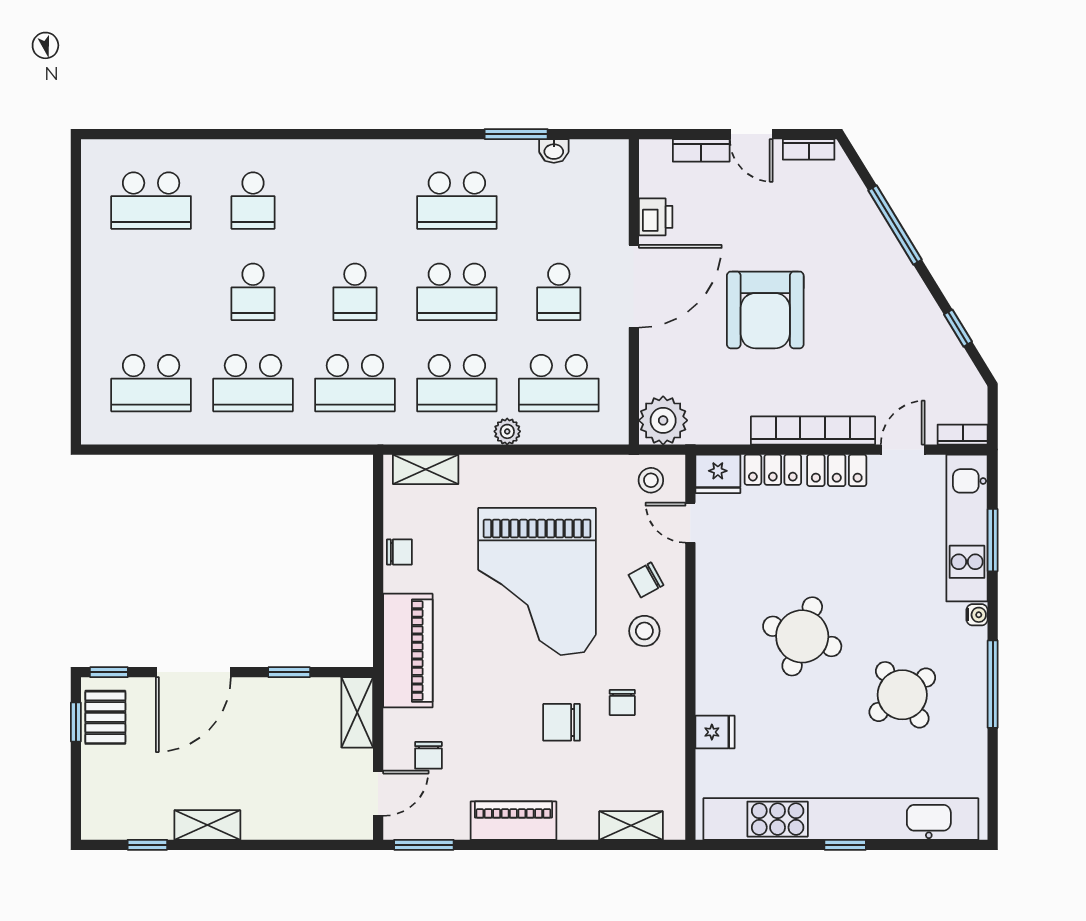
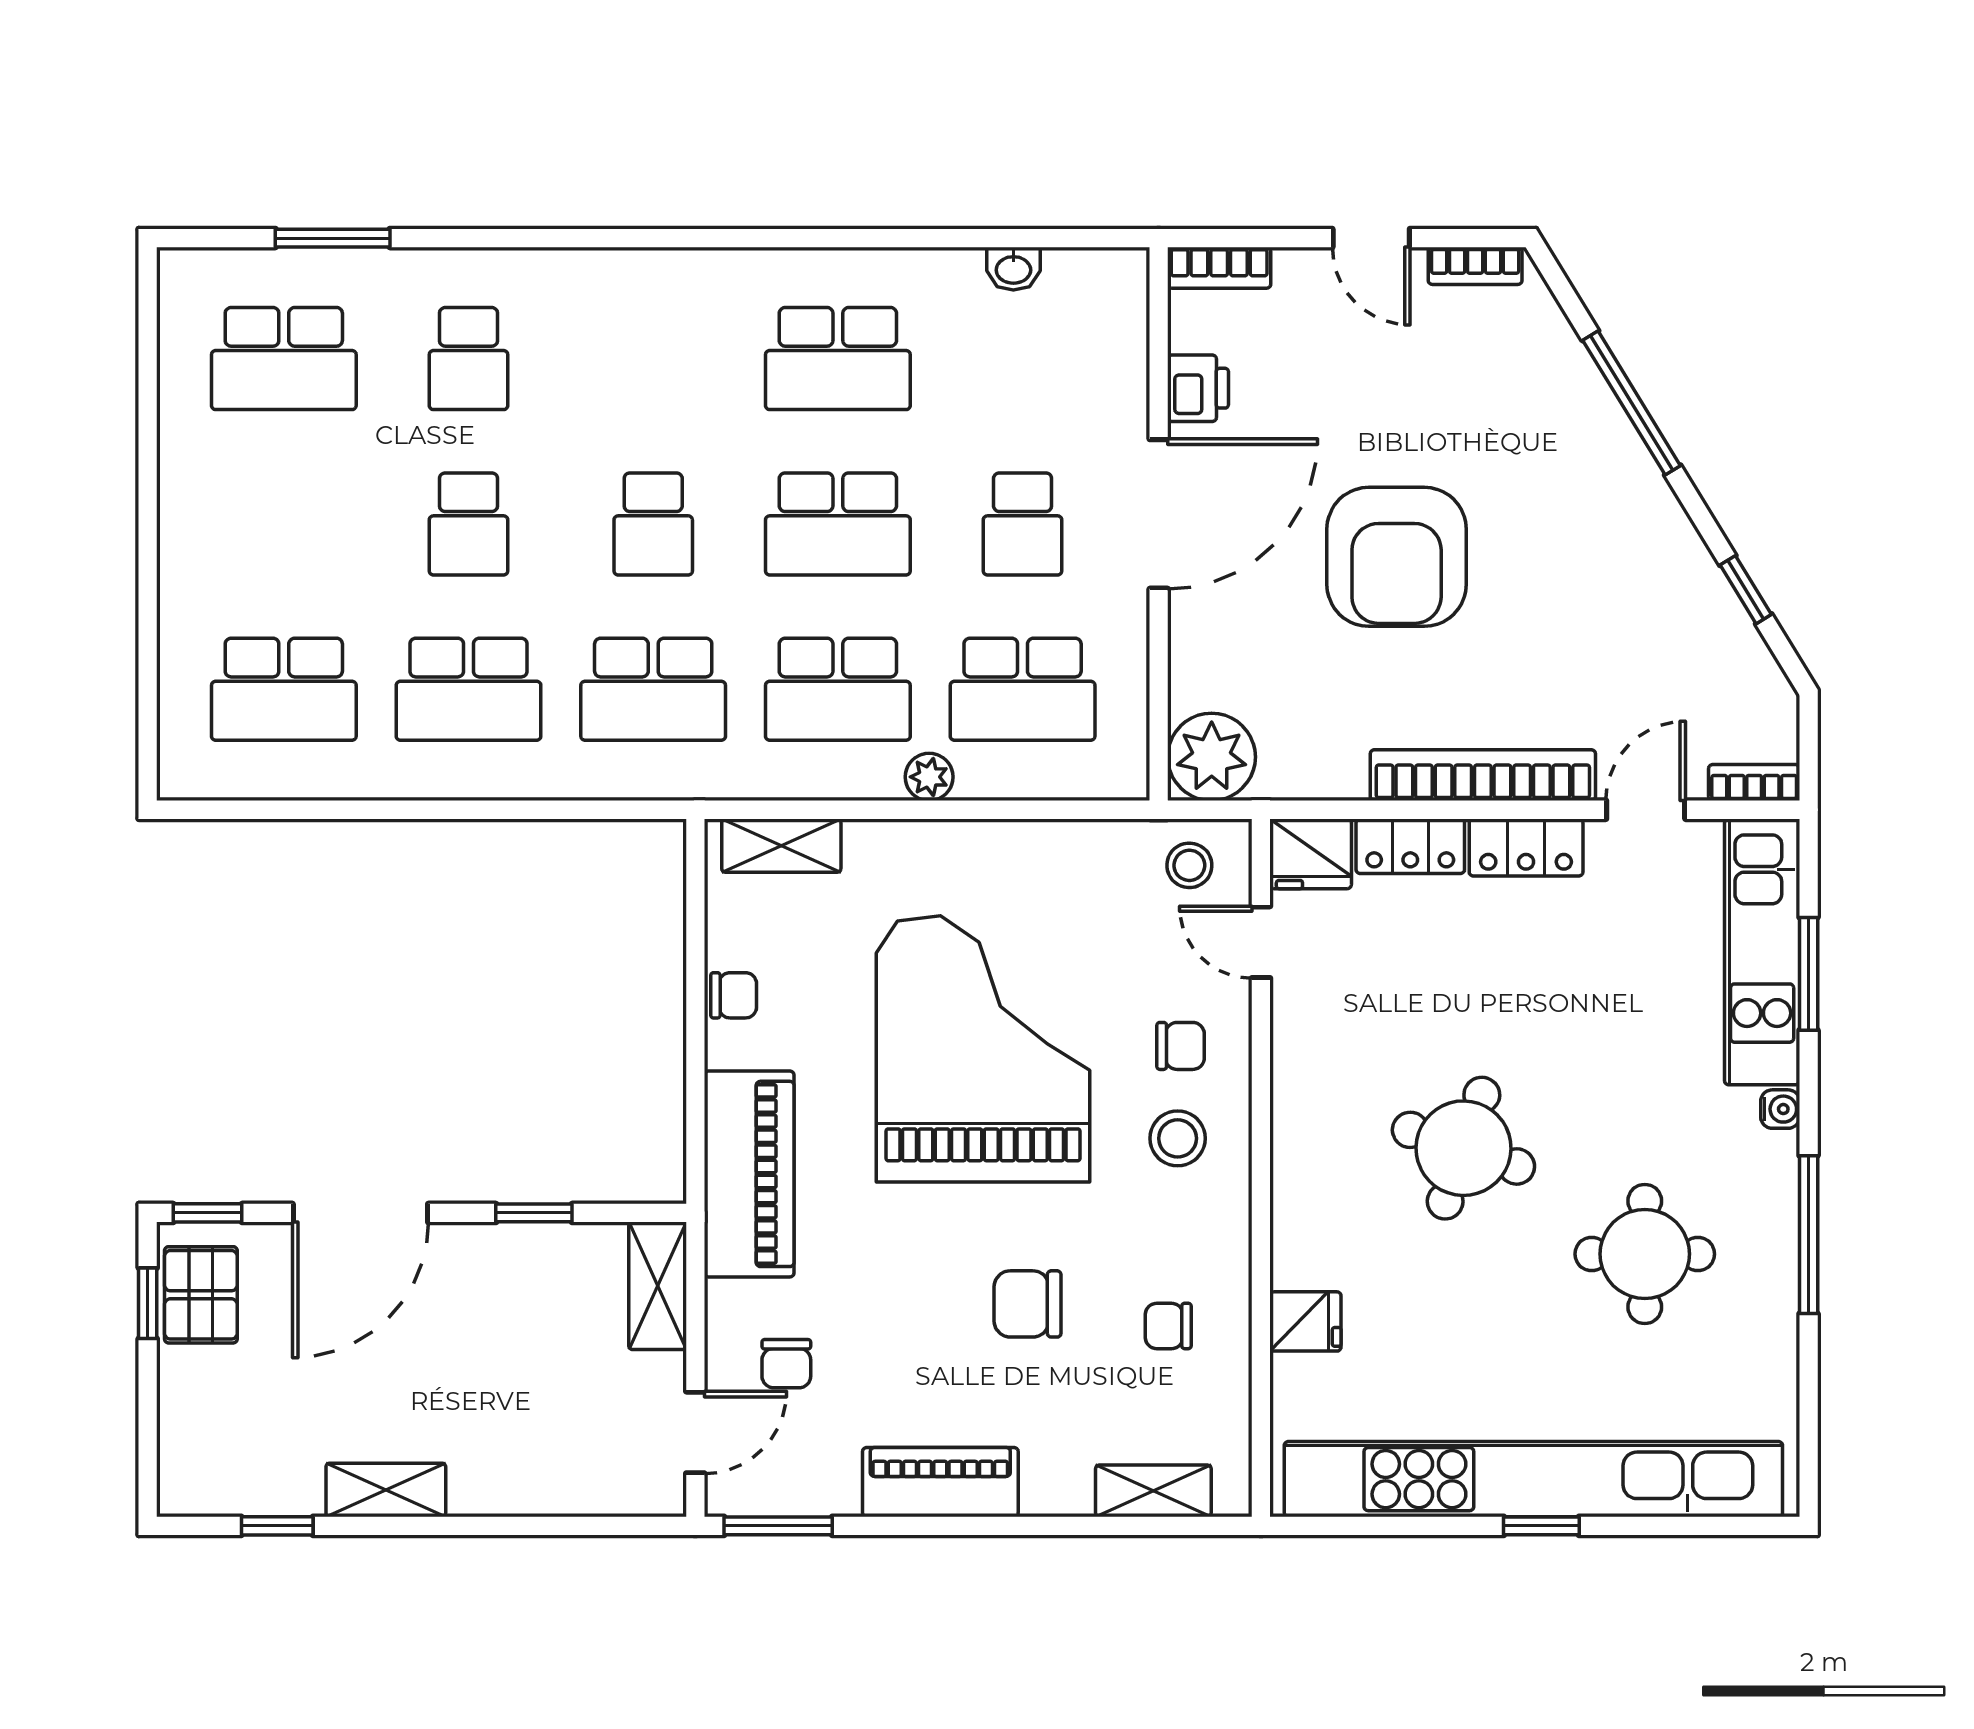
window: (516, 134) -> (333, 238), moved
bookcase: (701, 150) -> (1219, 268), moved
chair: (646, 580) -> (1181, 1046), turned -151
grand piano: (537, 582) -> (983, 1049), turned 180
round table: (902, 695) -> (1645, 1254), turned 36
chair: (622, 702) -> (1168, 1326), moved, turned 90

